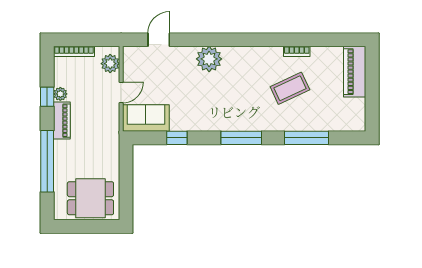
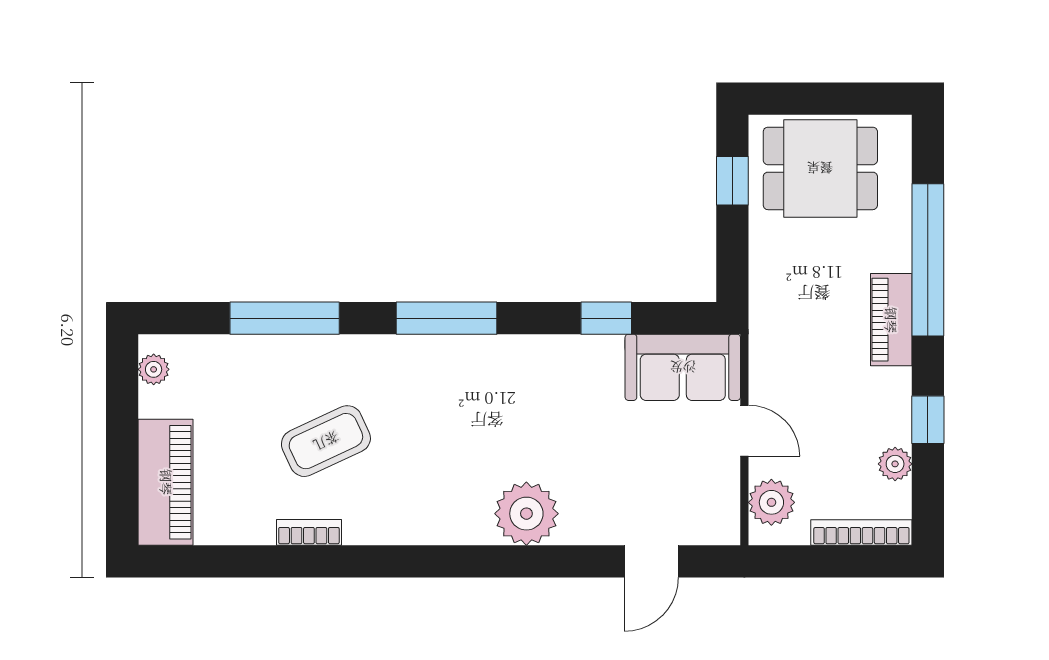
door: (121, 92) -> (744, 431), swing flipped
plant: (60, 94) -> (895, 464), moved
plant: (359, 117) -> (154, 369), added
piano: (62, 121) -> (891, 320), moved
window: (126, 193) -> (732, 181), added

